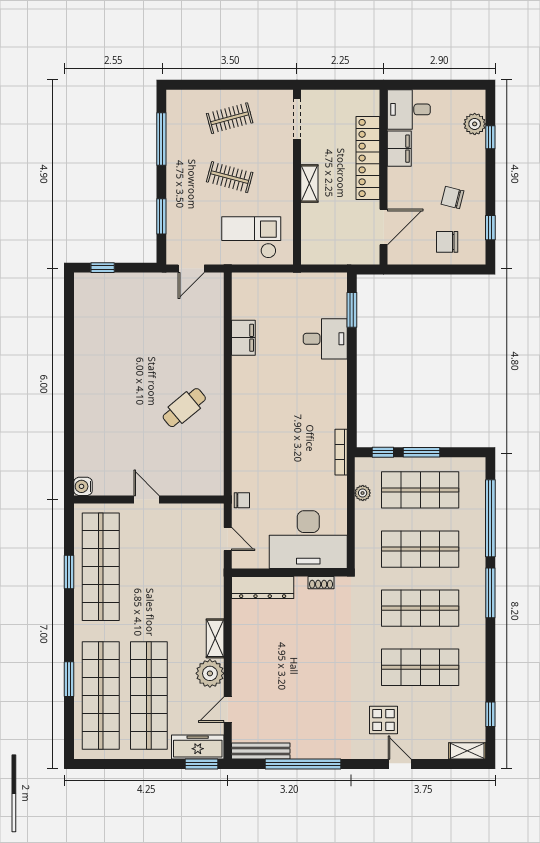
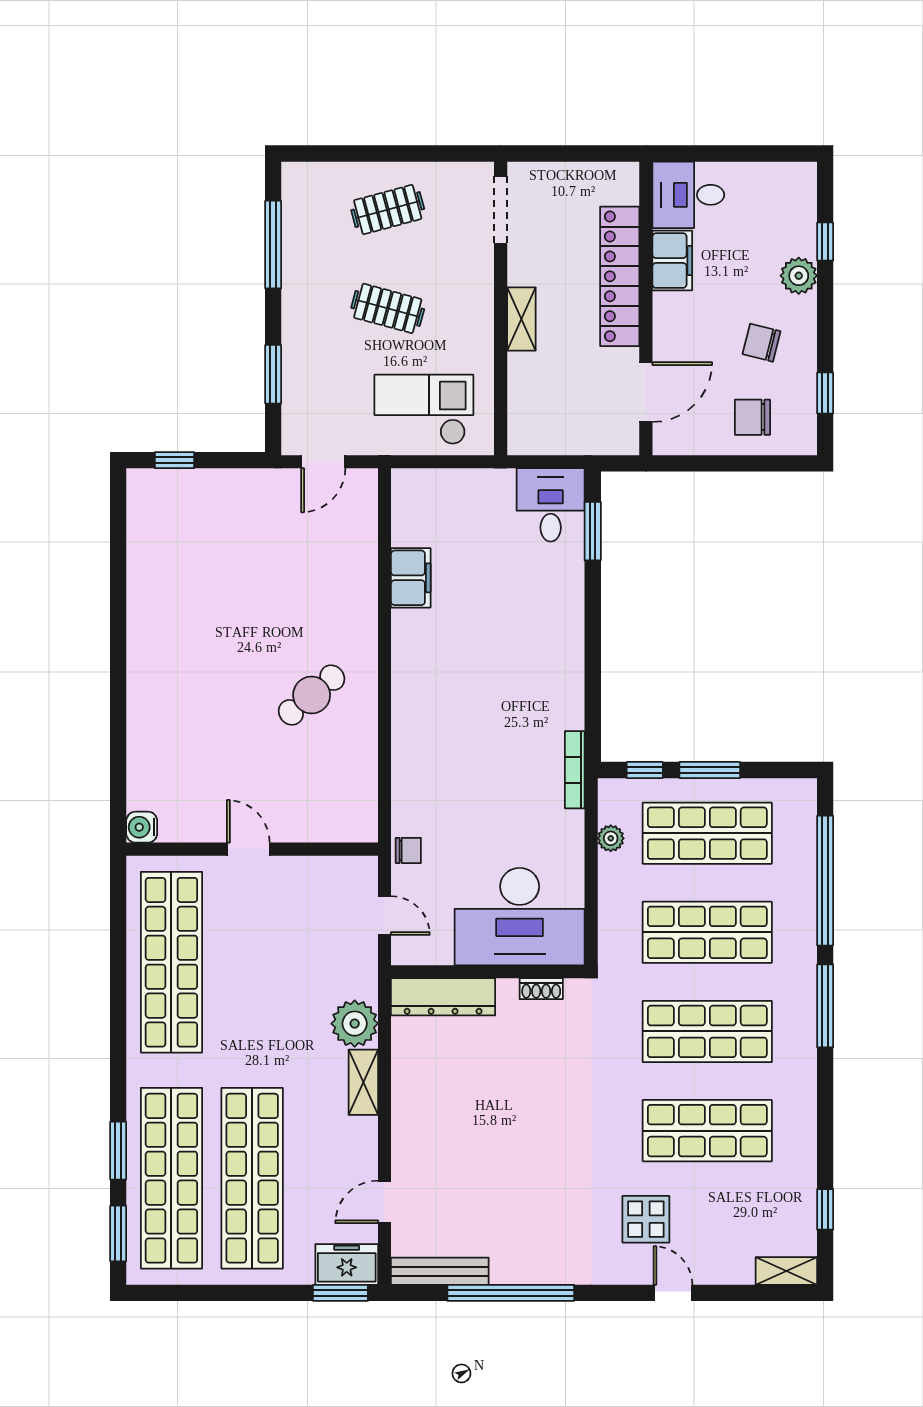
plant: (475, 124) -> (799, 276), moved
desk: (325, 339) -> (551, 505), moved, turned -90
window: (69, 572) -> (118, 1234), moved
plant: (210, 673) -> (355, 1024), moved
freezer: (198, 747) -> (347, 1264), width x0.71

